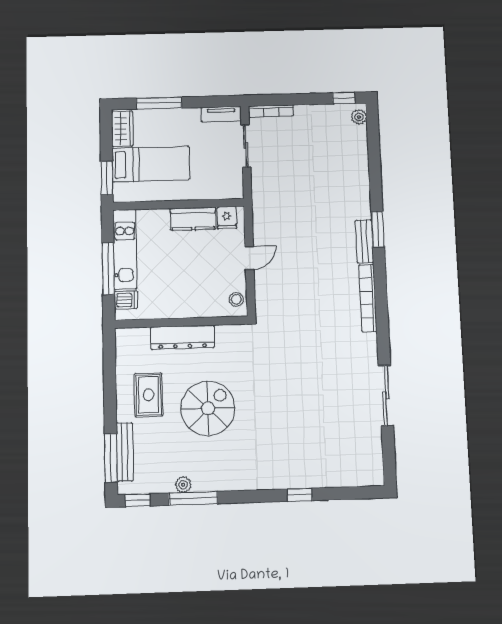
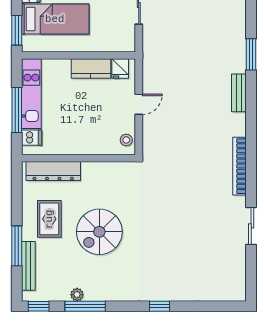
window: (378, 229) -> (251, 54), moved
bookcase: (368, 298) -> (240, 166), moved
dresser: (182, 337) -> (53, 171), moved
sliding door: (386, 396) -> (251, 226), width x0.73
spiral stairs: (208, 408) -> (99, 232), turned 180
window: (111, 458) -> (17, 246), moved
window: (300, 495) -> (159, 306), moved

